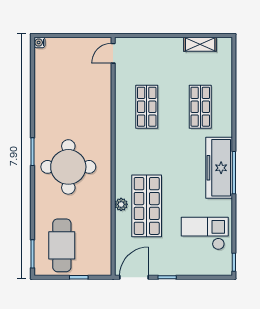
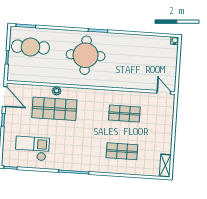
shelving: (200, 44) -> (165, 166), moved
freezer: (219, 168) -> (78, 162), removed
checkout: (205, 233) -> (32, 149), turned -90

